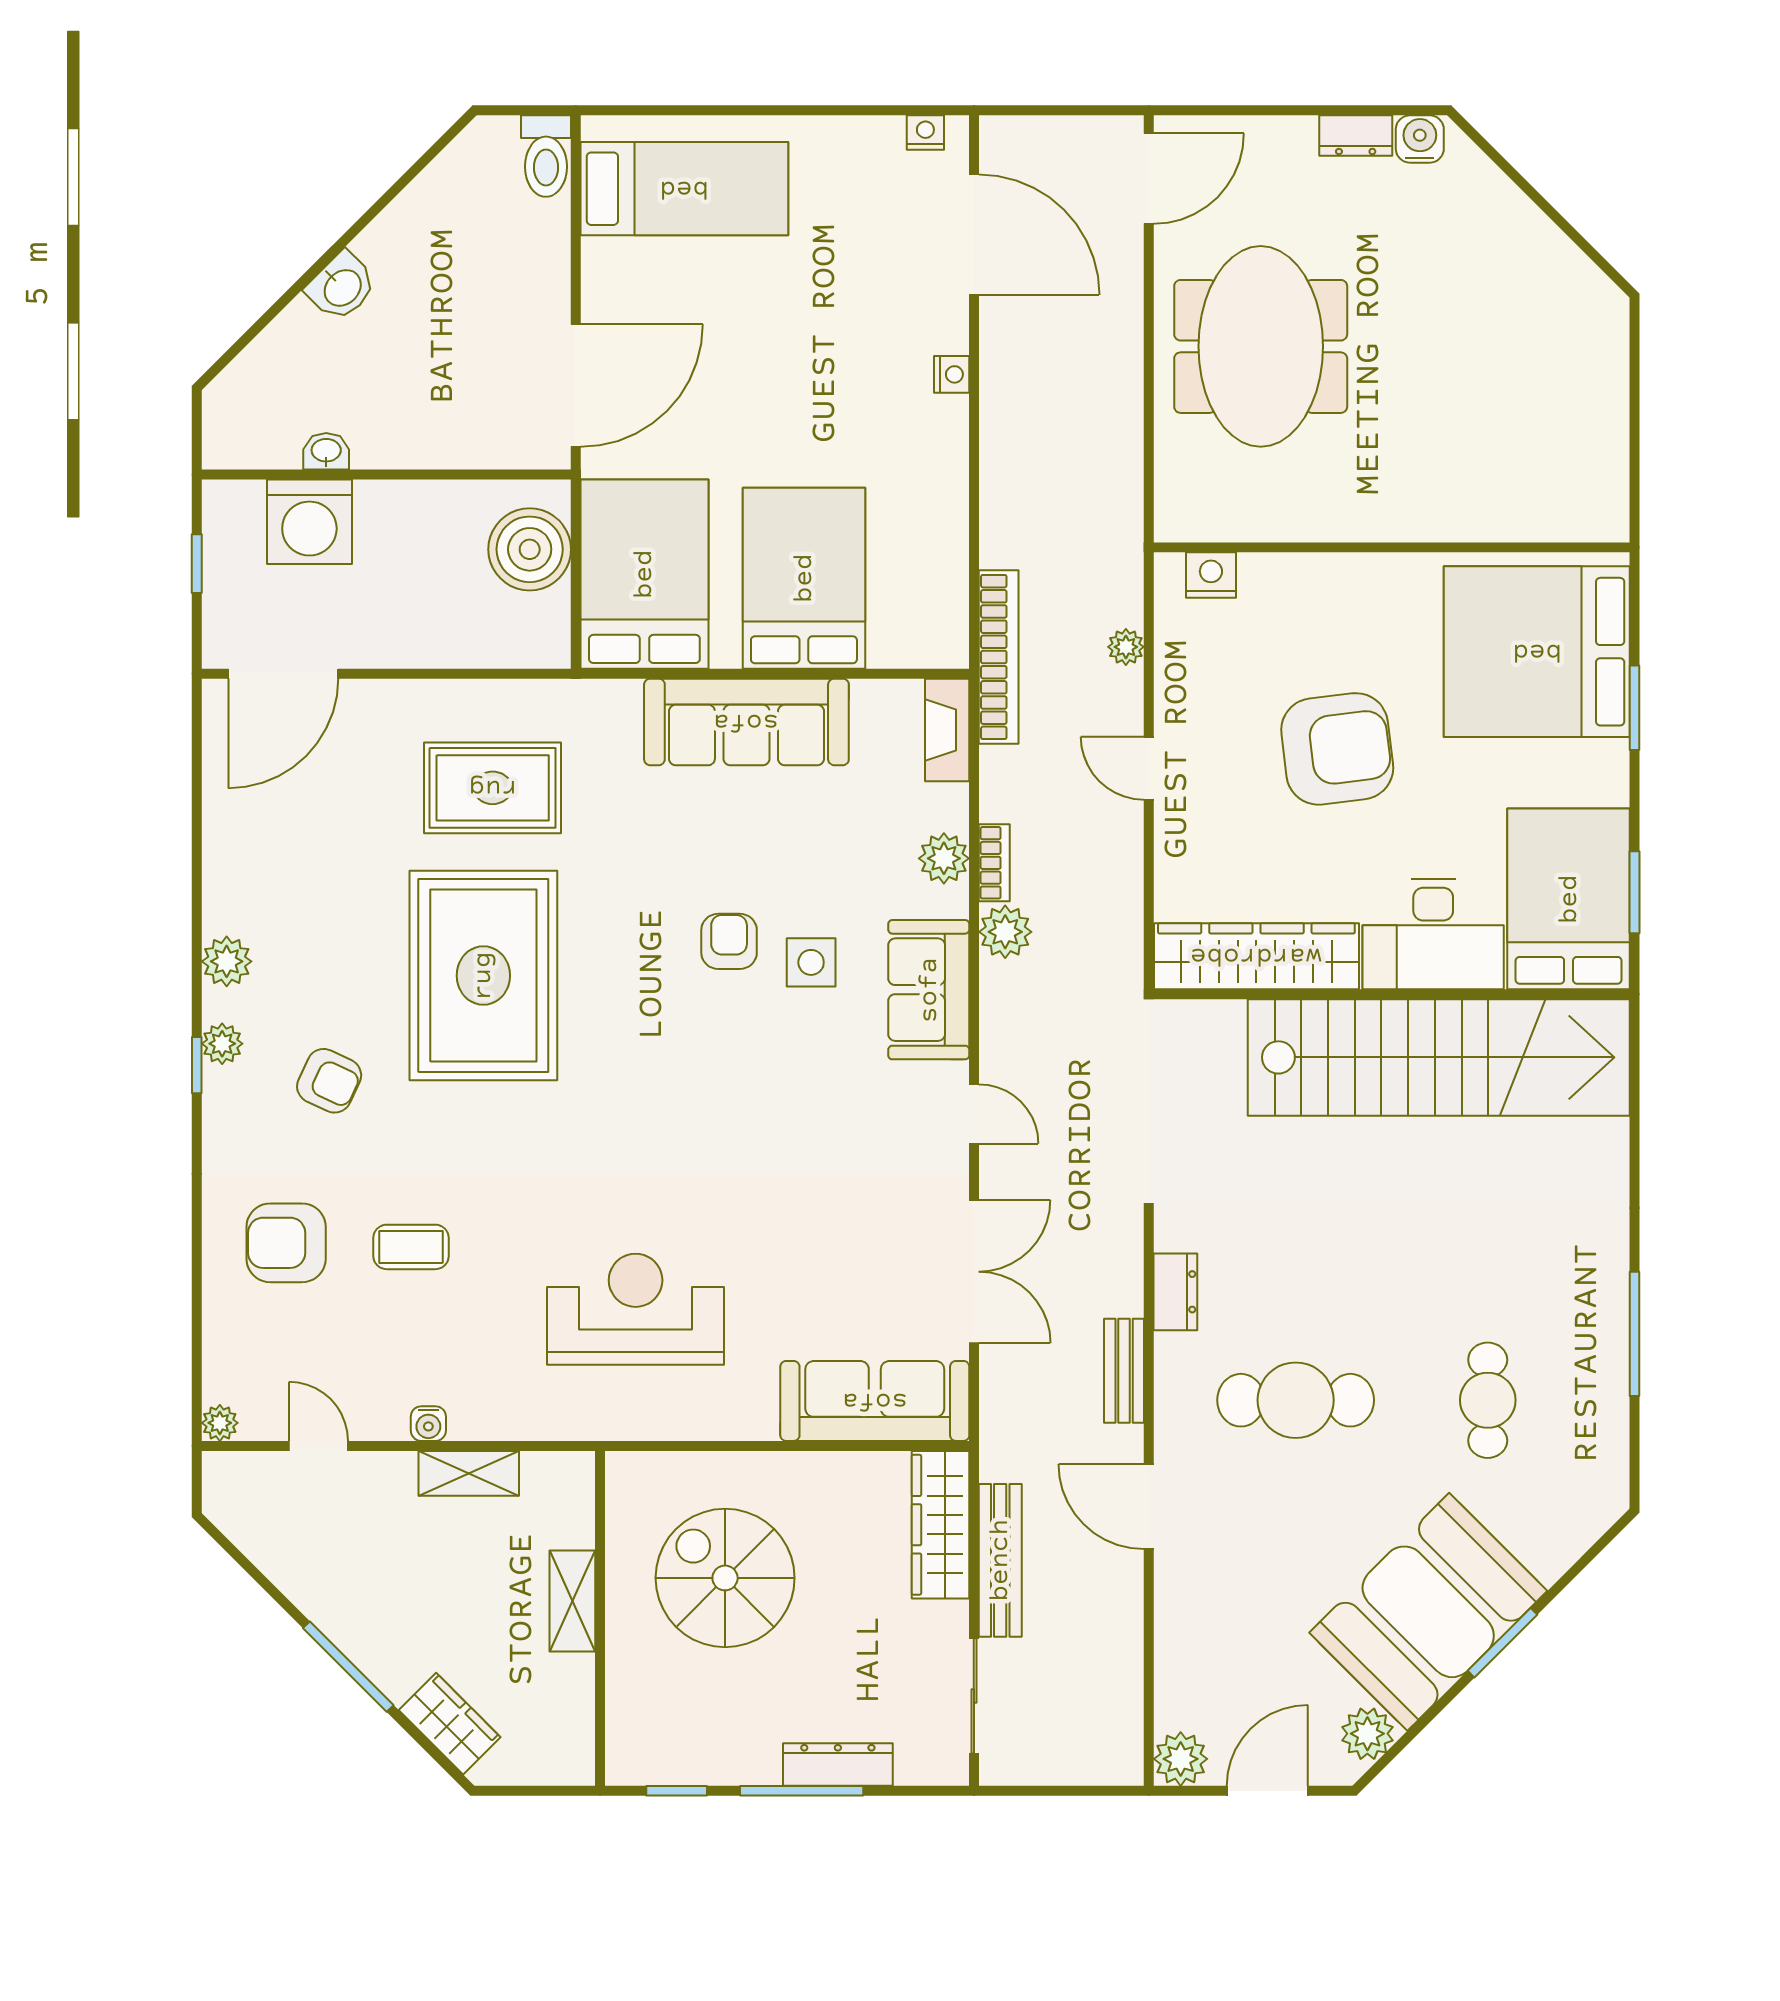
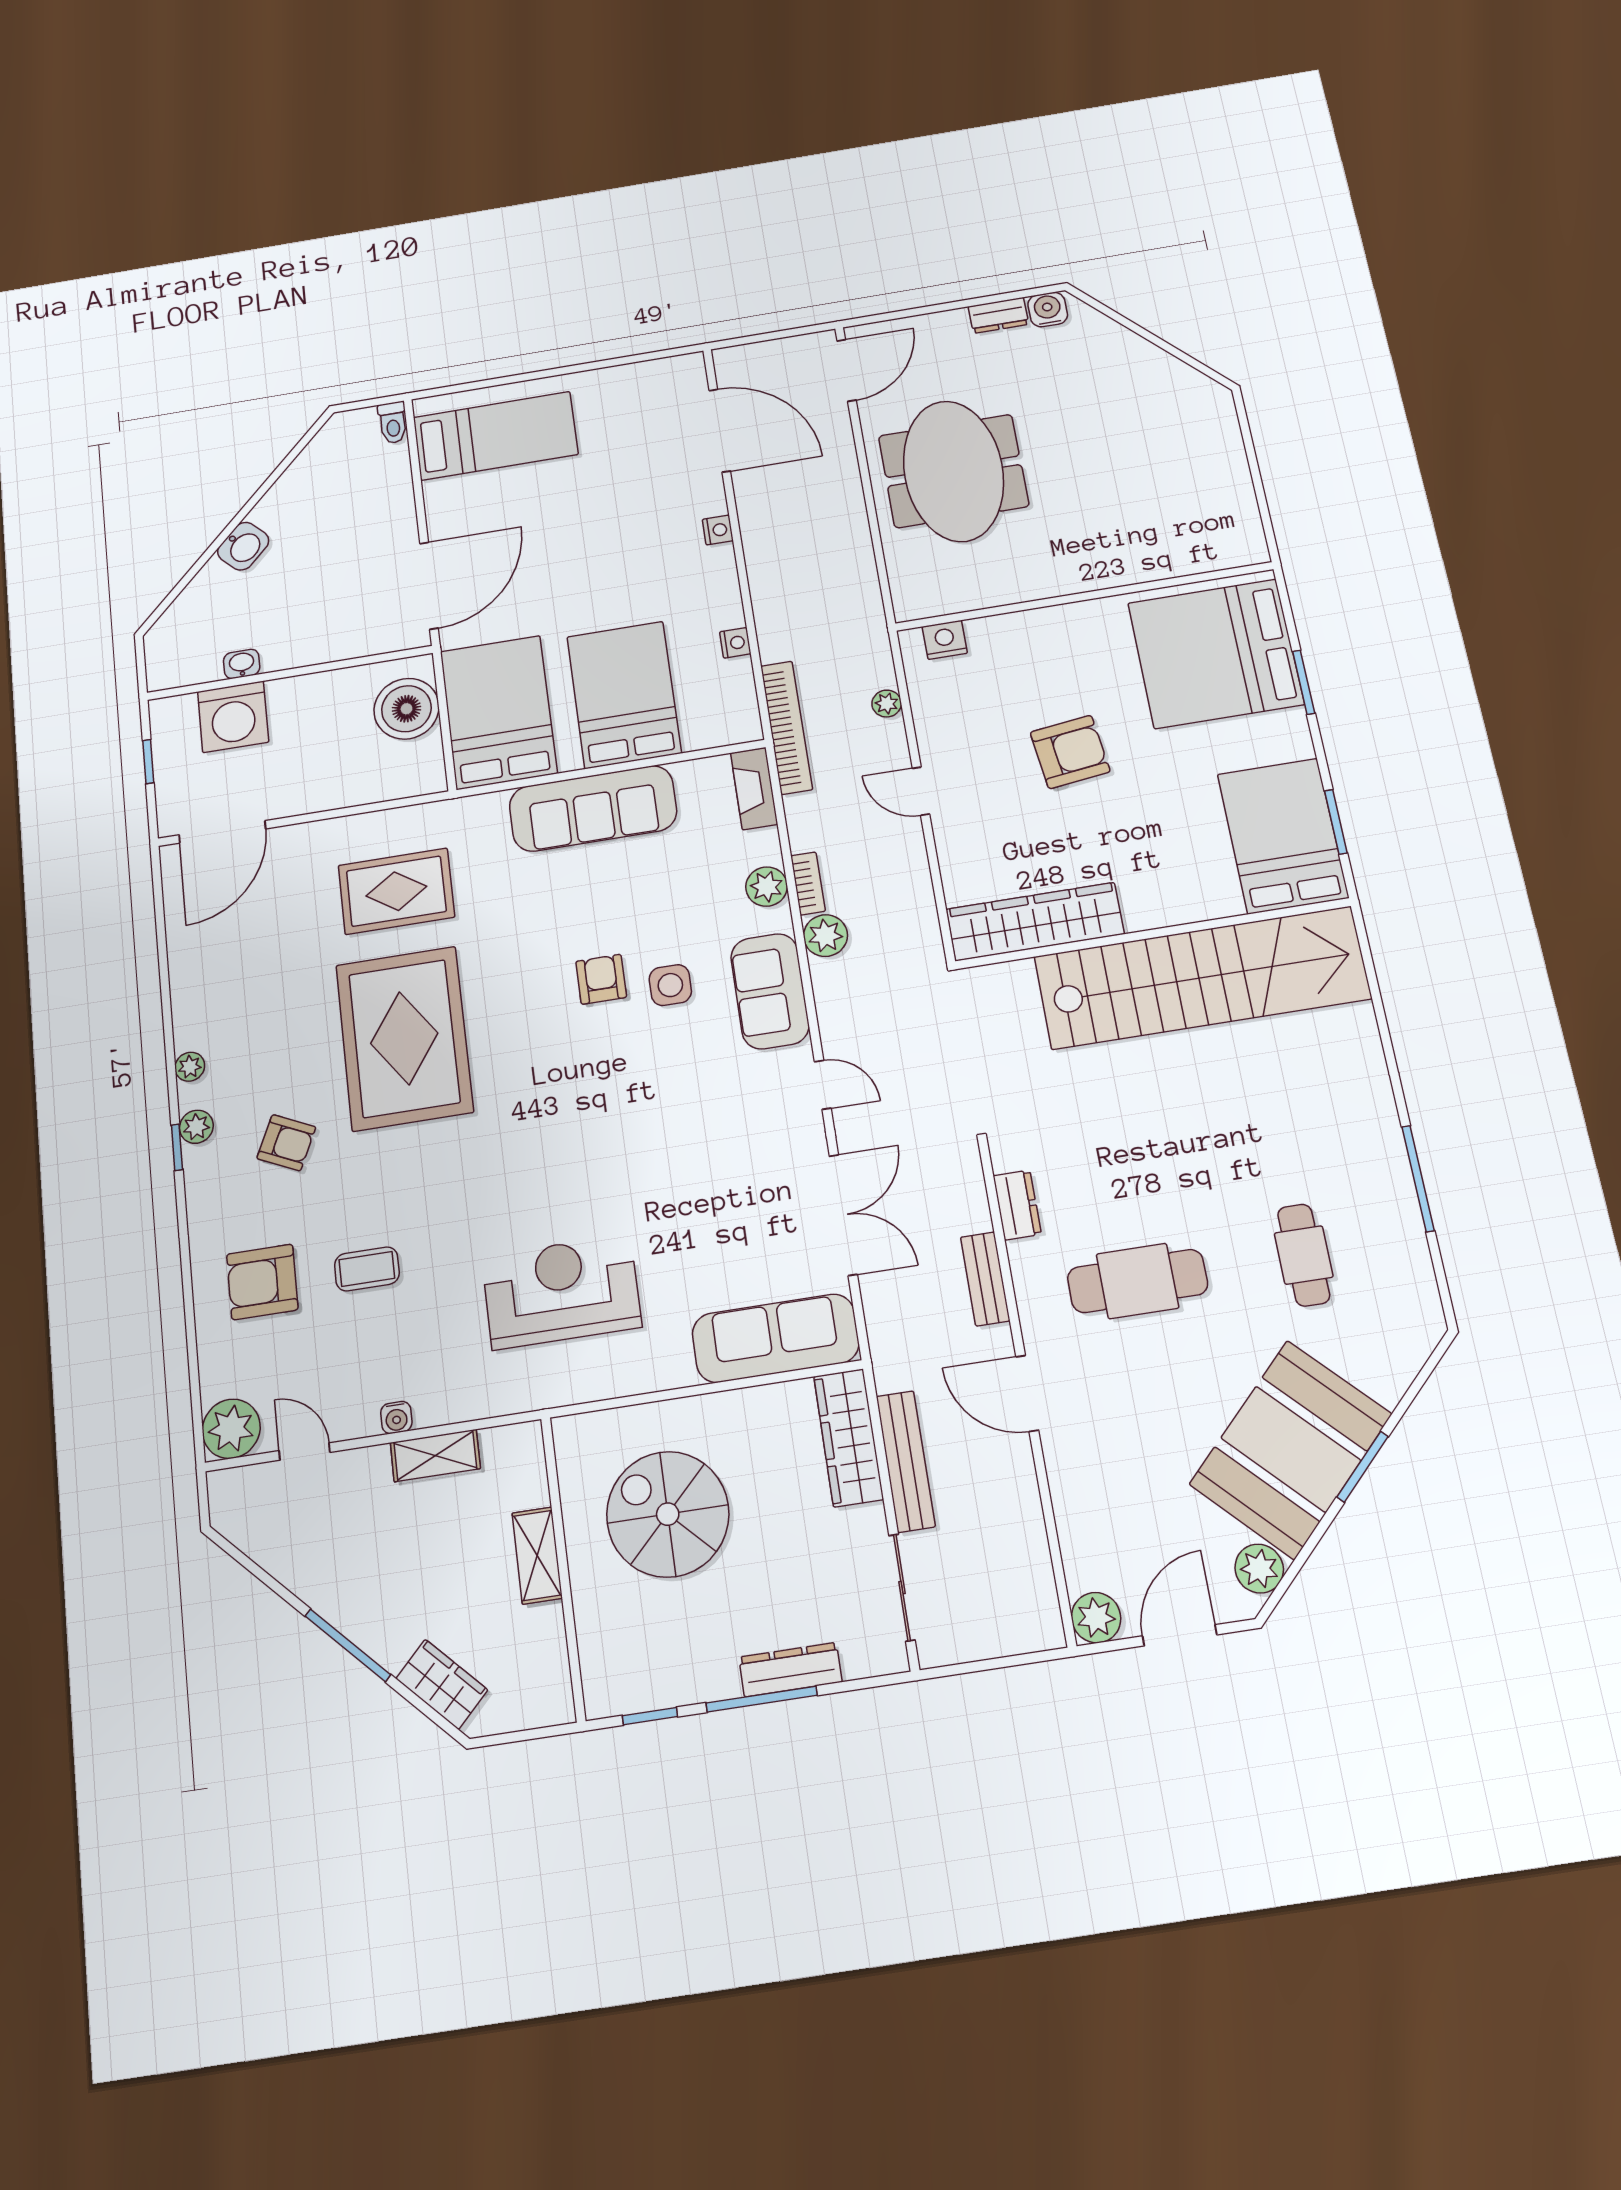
nightstand: (925, 133) -> (735, 643), moved, turned 90
toilet: (546, 156) -> (393, 423), width x0.73, depth x0.72
armchair: (1337, 749) -> (1070, 752), width x0.73, depth x0.73
desk: (1433, 934) -> (1177, 881), removed
plant: (227, 961) -> (190, 1067), width x0.73, depth x0.73
plant: (220, 1423) -> (231, 1429), width x1.88, depth x1.88

